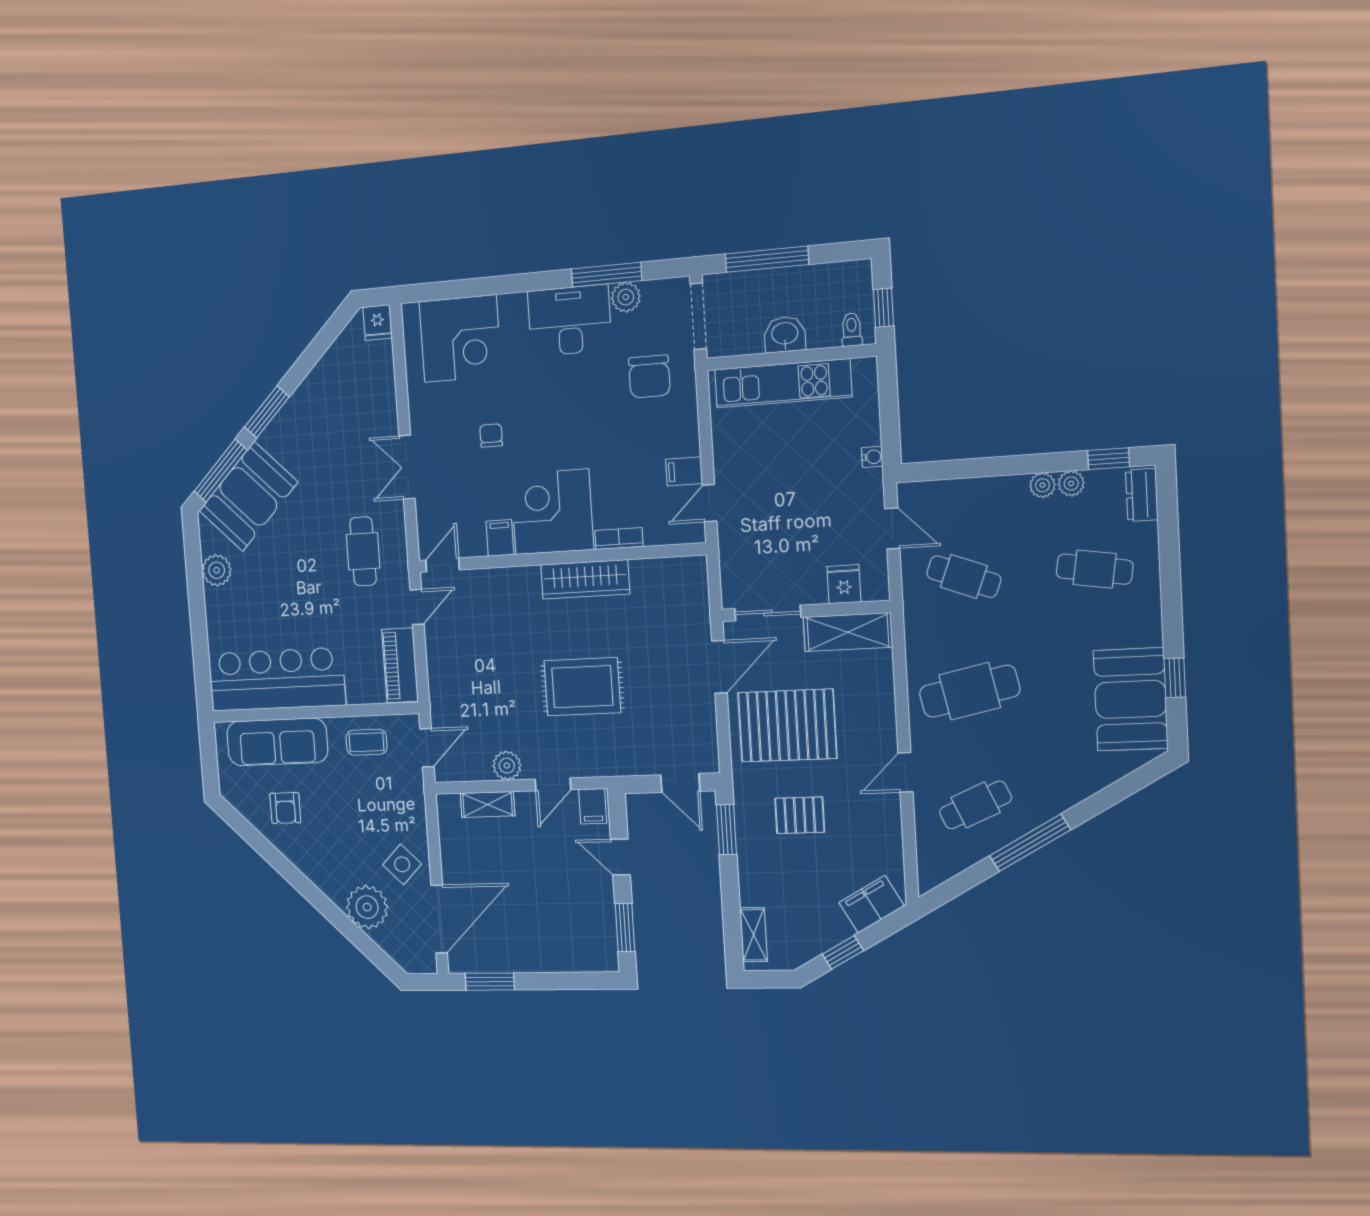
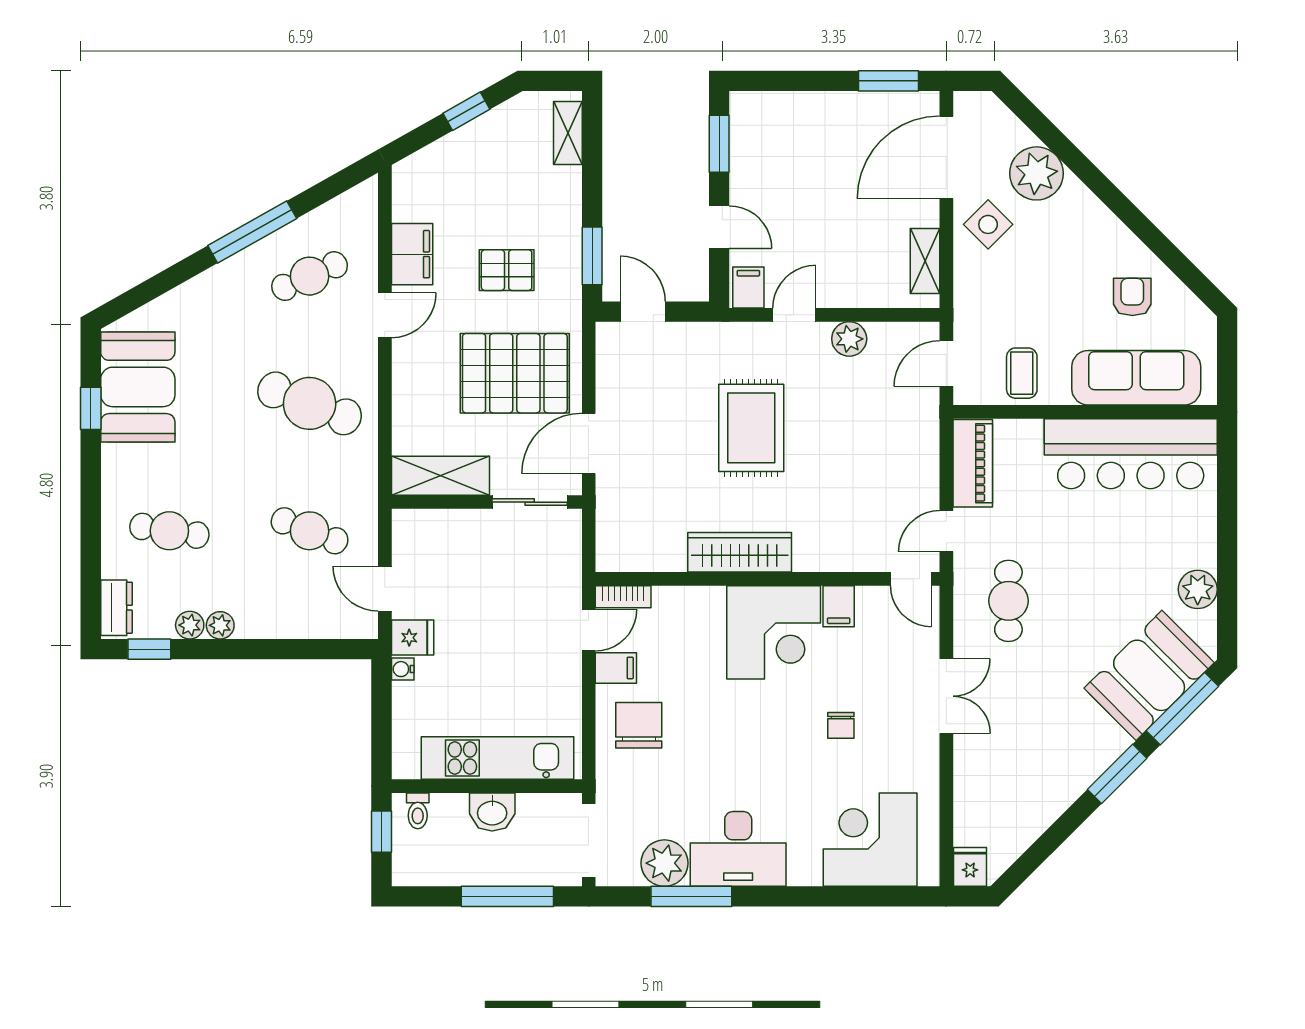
plant: (626, 297) -> (664, 863), width x1.36, depth x1.36
chair: (649, 376) -> (639, 725), moved
bookcase: (619, 539) -> (623, 597), moved
door: (443, 565) -> (911, 579), hinge flipped
fridge: (844, 584) -> (413, 638), moved, turned -90
rug: (582, 687) -> (751, 428), turned 90
cafe table: (970, 691) -> (310, 403), turned 33
coffee table: (366, 742) -> (1022, 373), turned 90
shelving: (488, 804) -> (925, 261), moved, turned 90
filing cabinet: (872, 904) -> (412, 254), moved, turned -61

